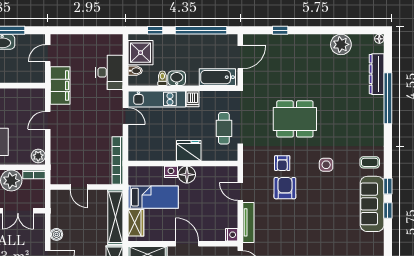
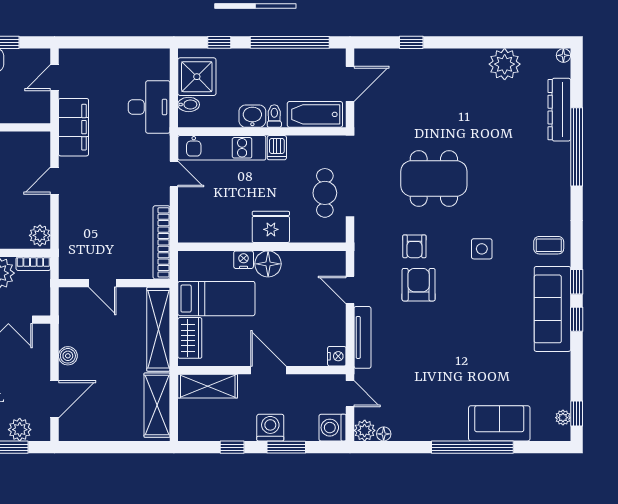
toilet: (162, 78) -> (274, 116), moved

